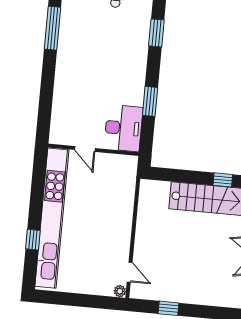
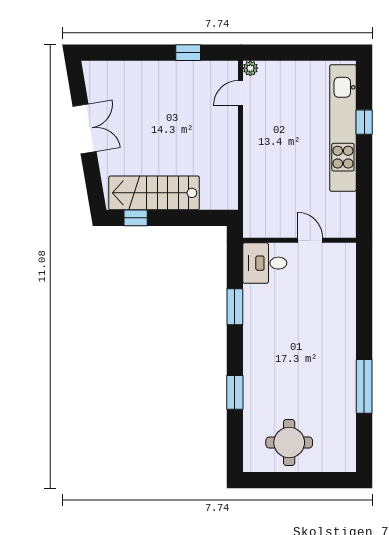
desk: (123, 128) -> (265, 263), width x0.73
kitchen unit: (52, 218) -> (343, 128), width x0.73
door: (130, 272) -> (240, 93), hinge flipped

